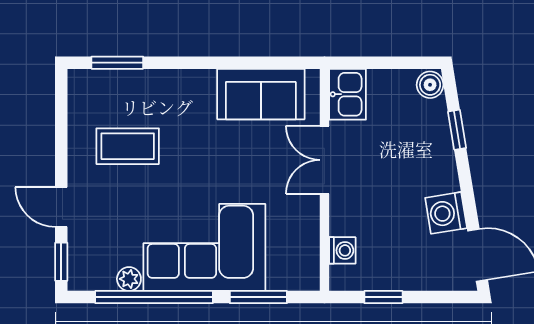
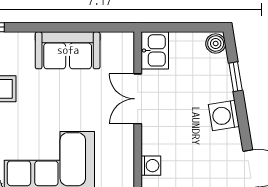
sofa: (261, 94) -> (68, 50), moved
washing machine: (446, 213) -> (224, 115), moved

